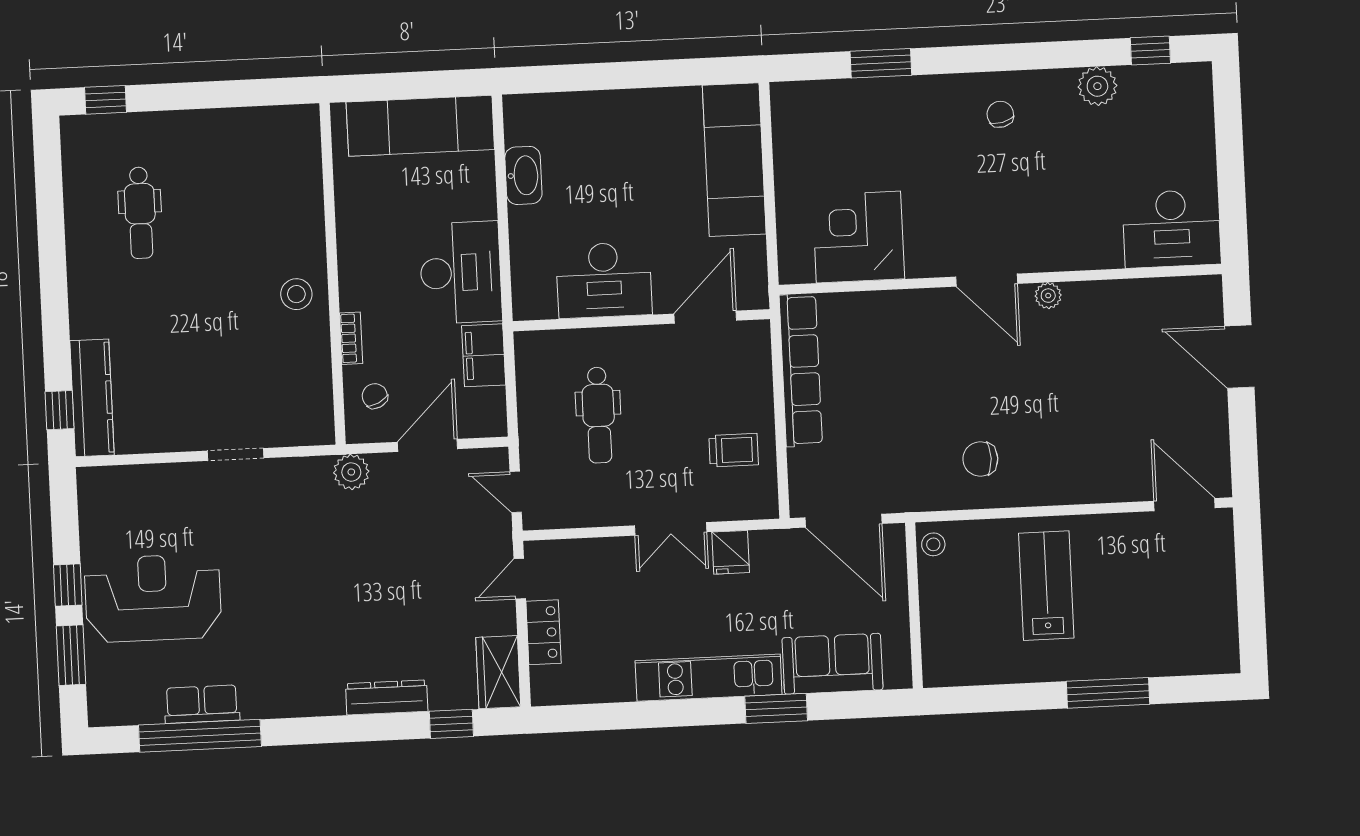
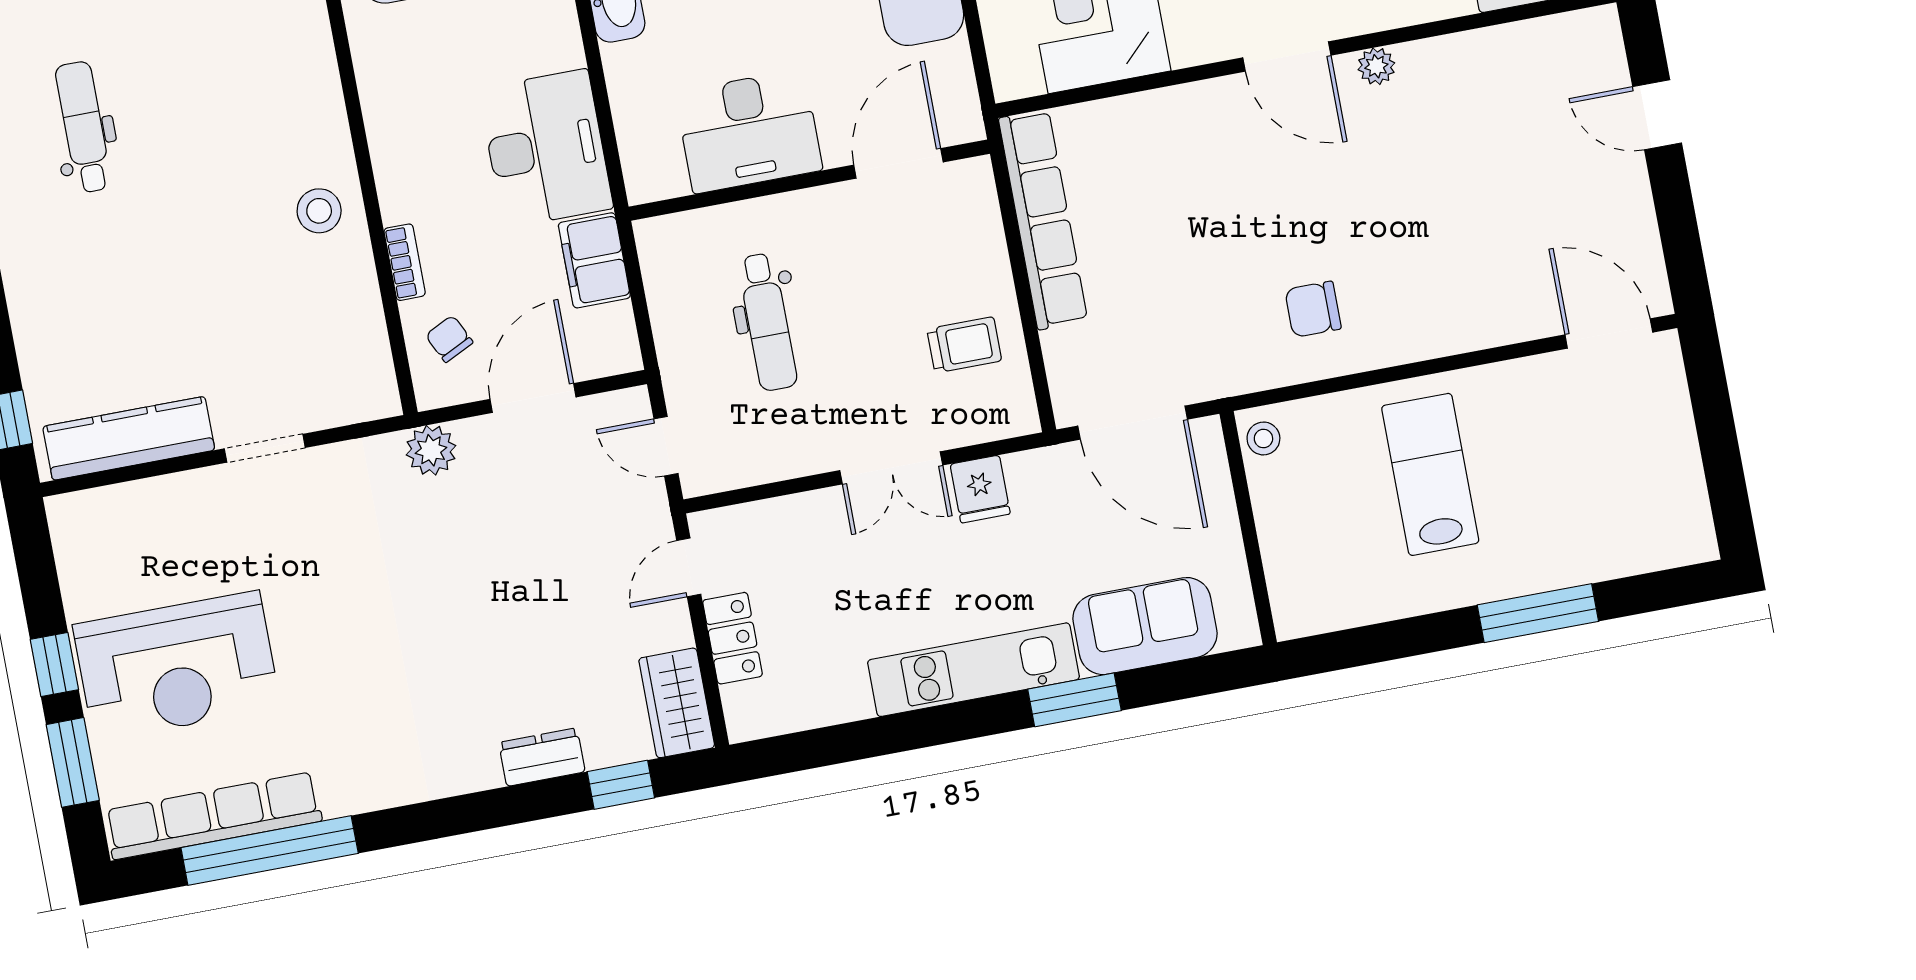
dental chair: (140, 213) -> (83, 127), turned 180
door: (1239, 357) -> (1657, 115), width x0.73
kitchen counter: (92, 398) -> (129, 438), moved, turned -90
reception desk: (153, 598) -> (177, 666), turned 180
dresser: (387, 697) -> (542, 757), width x0.70
row of seats: (202, 704) -> (213, 816), width x2.02

